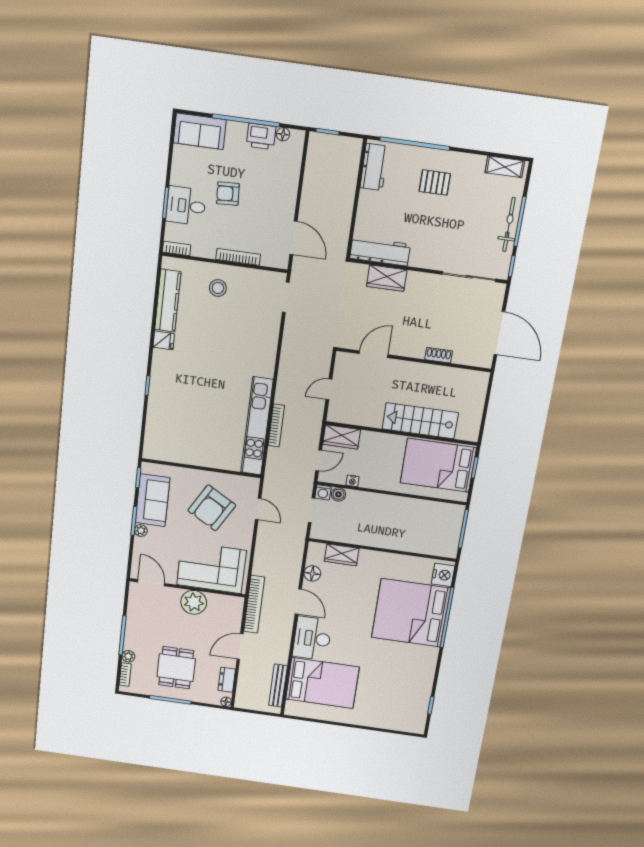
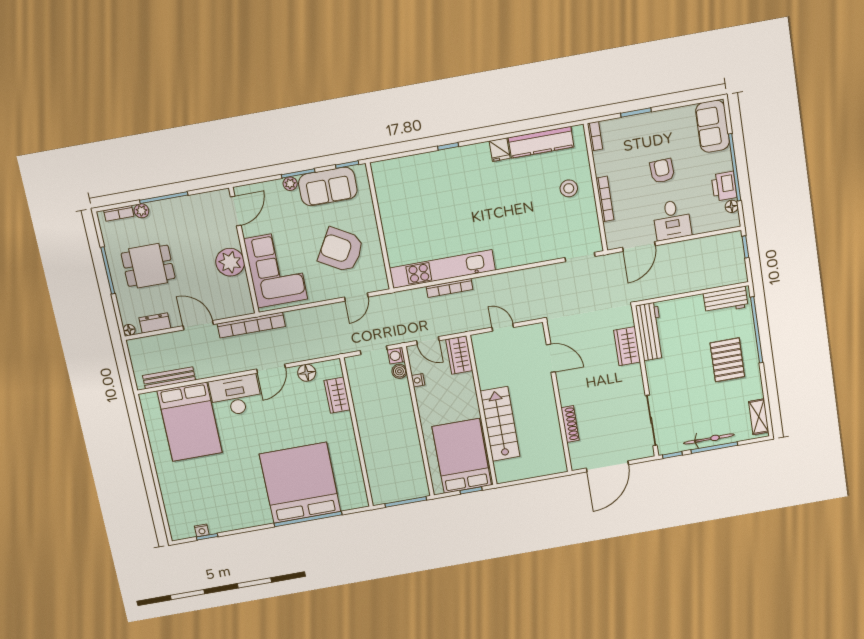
pallet: (435, 182) -> (727, 360), width x1.50, depth x1.42
desk: (186, 206) -> (672, 220), moved, turned 180
shoe rack: (439, 355) -> (570, 424), width x1.43
nightstand: (443, 575) -> (202, 530), moved, width x0.53, depth x0.56

